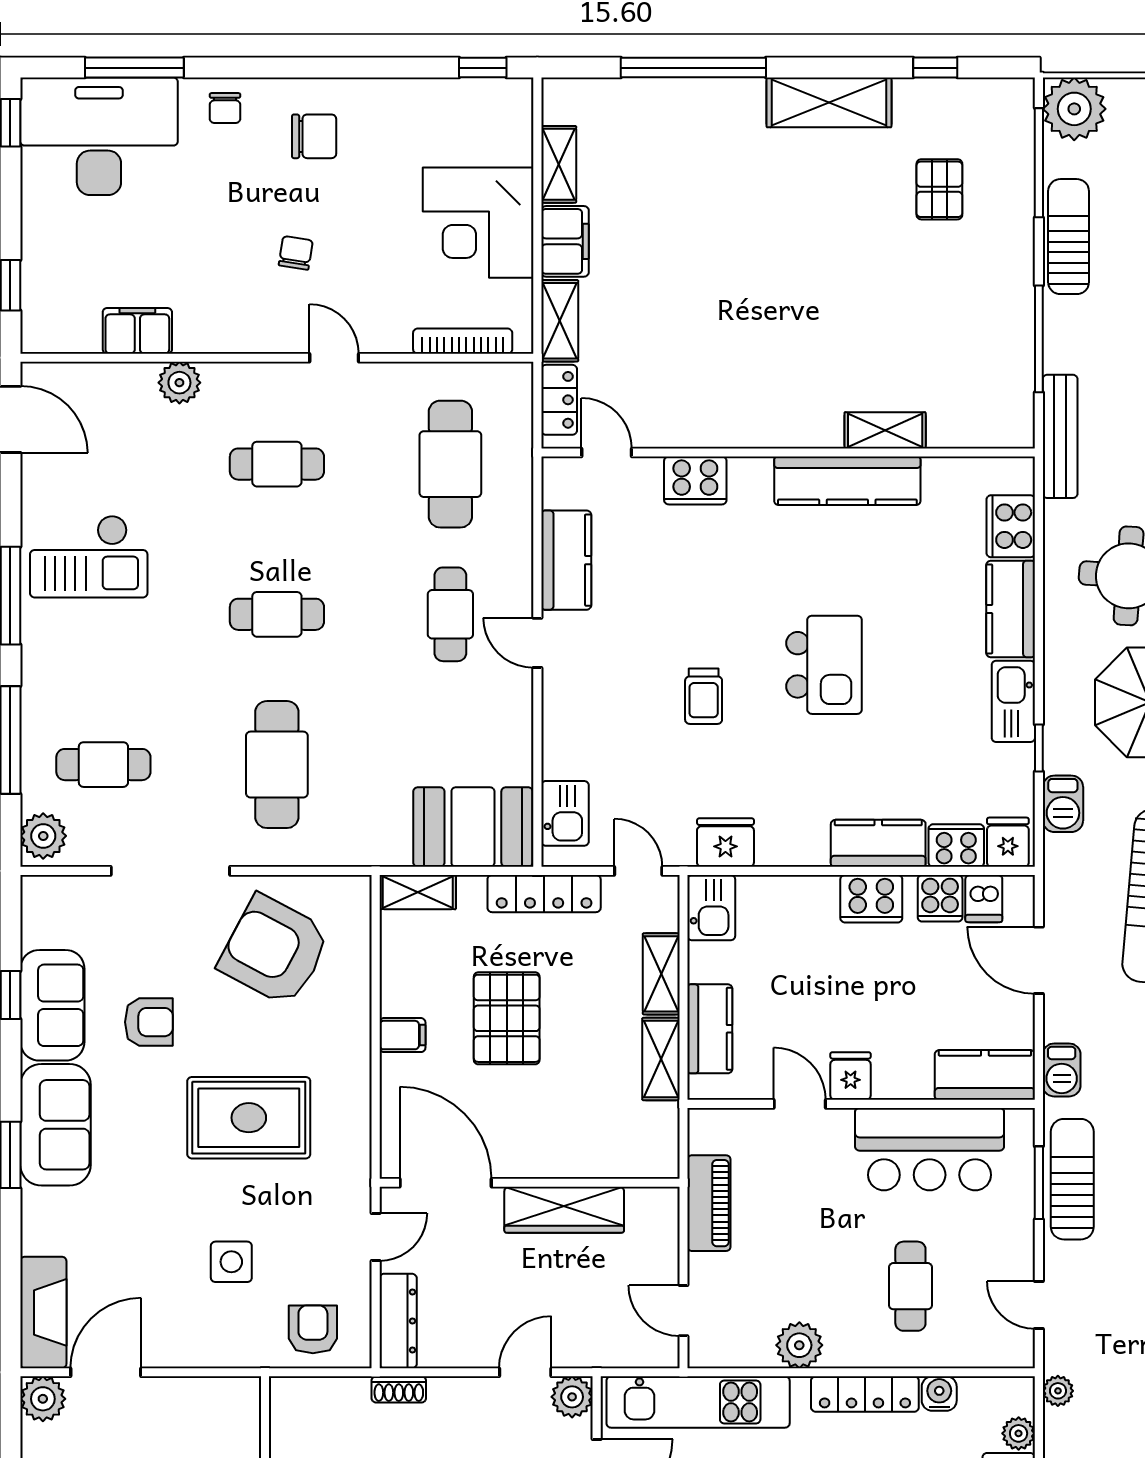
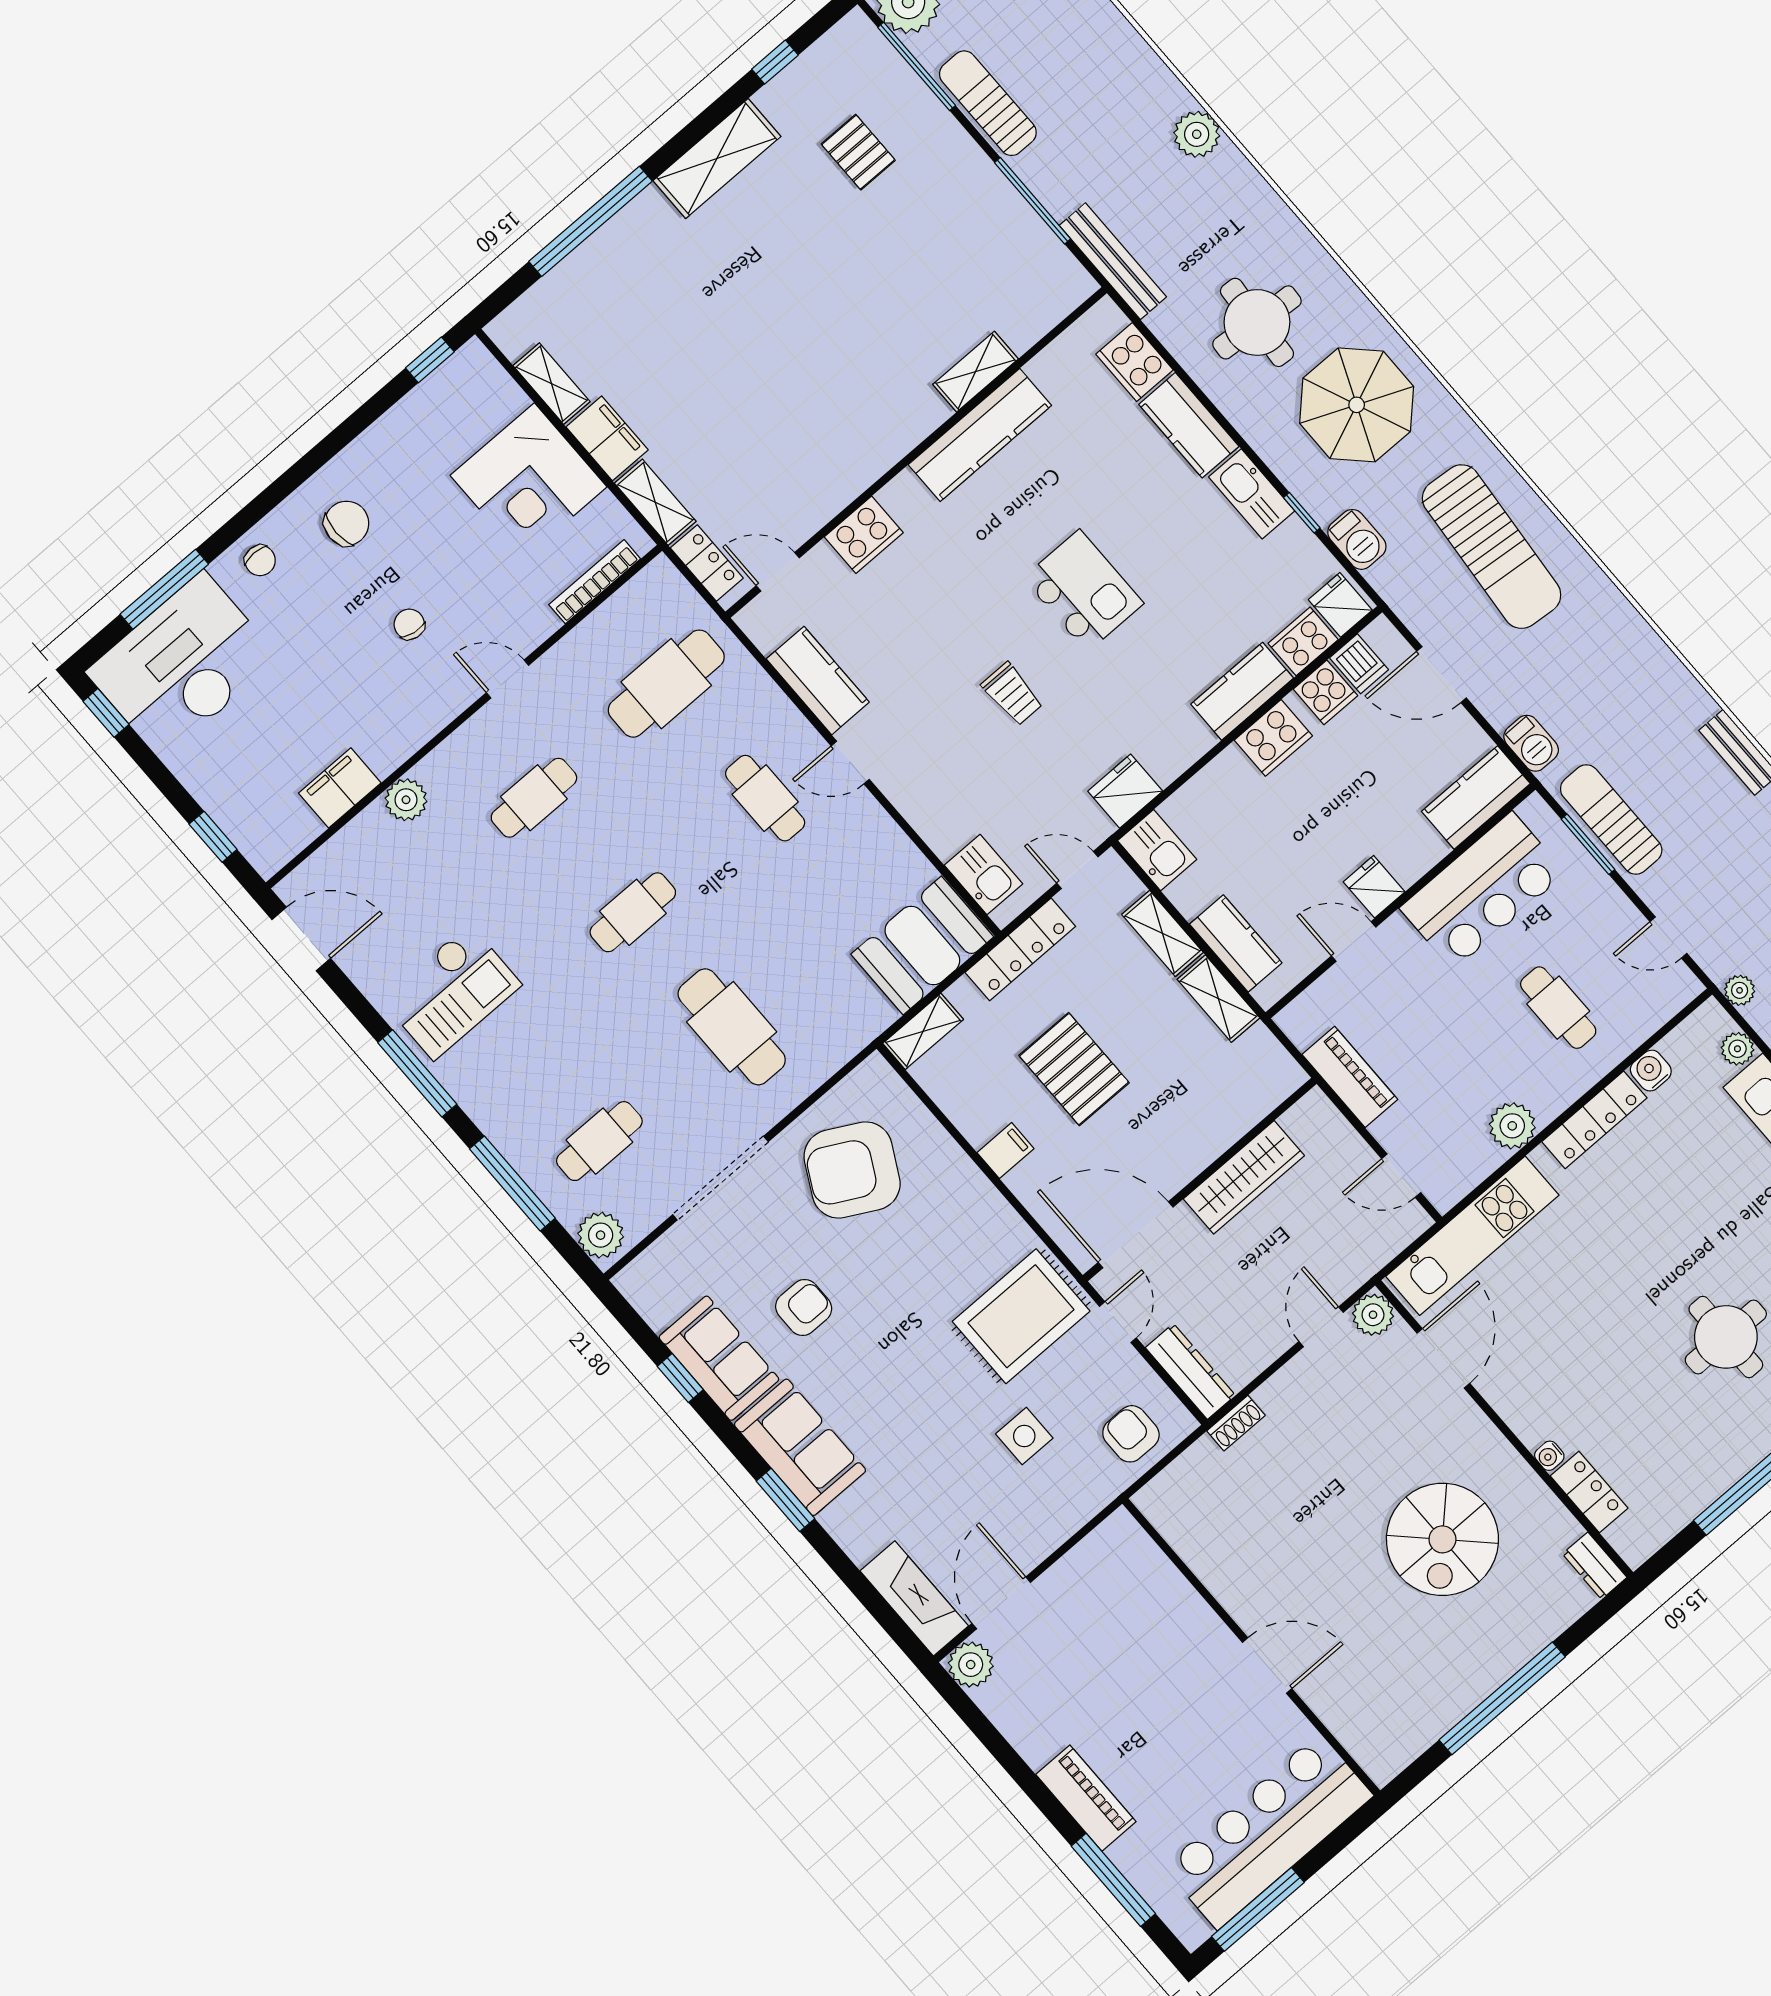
cafe table: (450, 464) -> (666, 684), turned 90
rug: (249, 1118) -> (1021, 1316), moved

